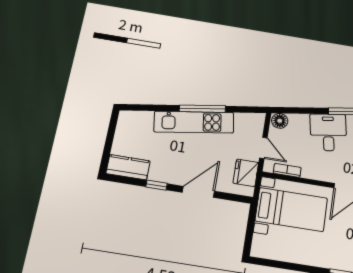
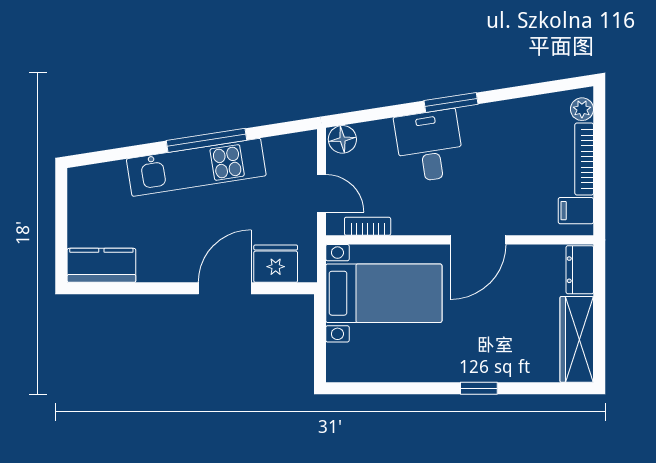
fridge: (246, 173) -> (276, 264), moved, turned 90
window: (156, 185) -> (154, 288), removed

